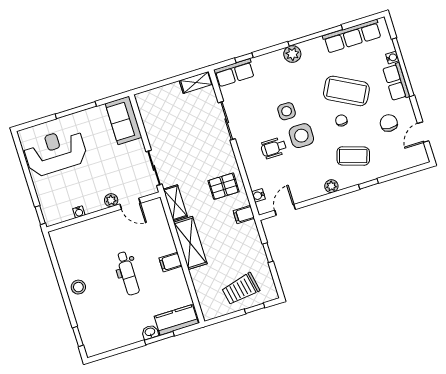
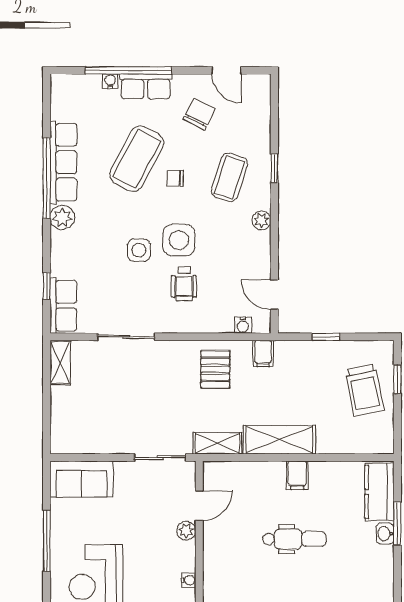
row of seats: (352, 36) -> (63, 162), moved
chair: (389, 123) -> (199, 114), turned 115

